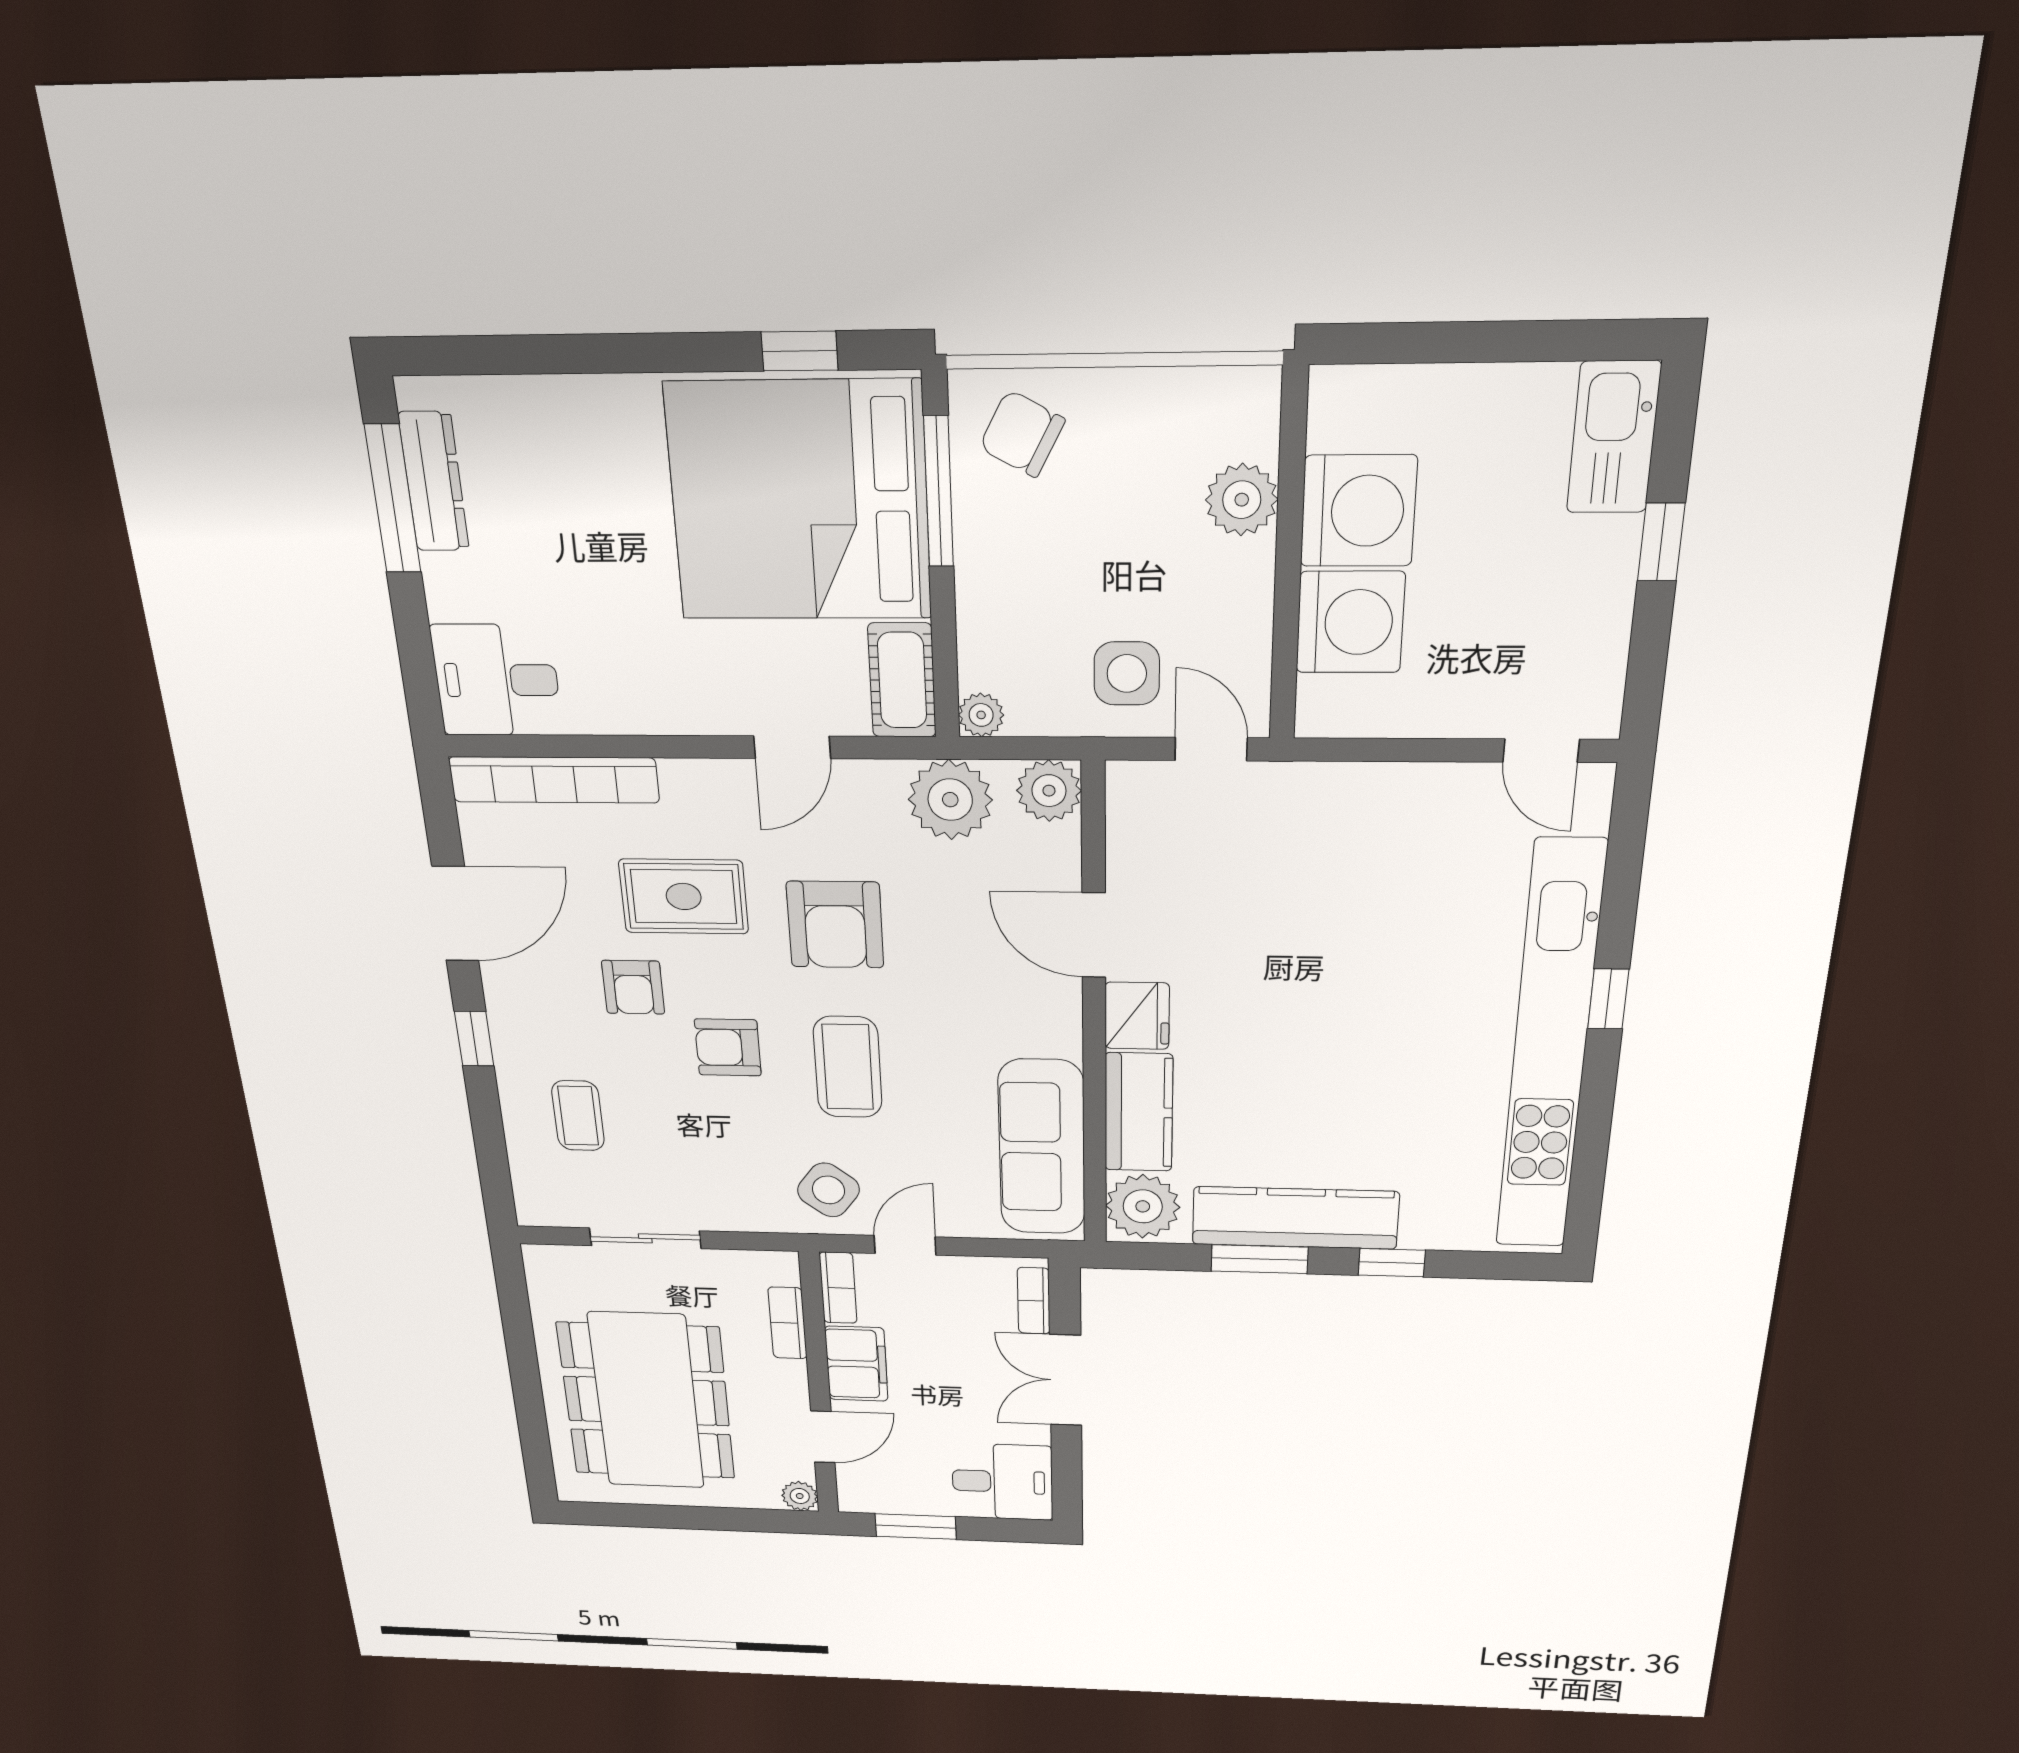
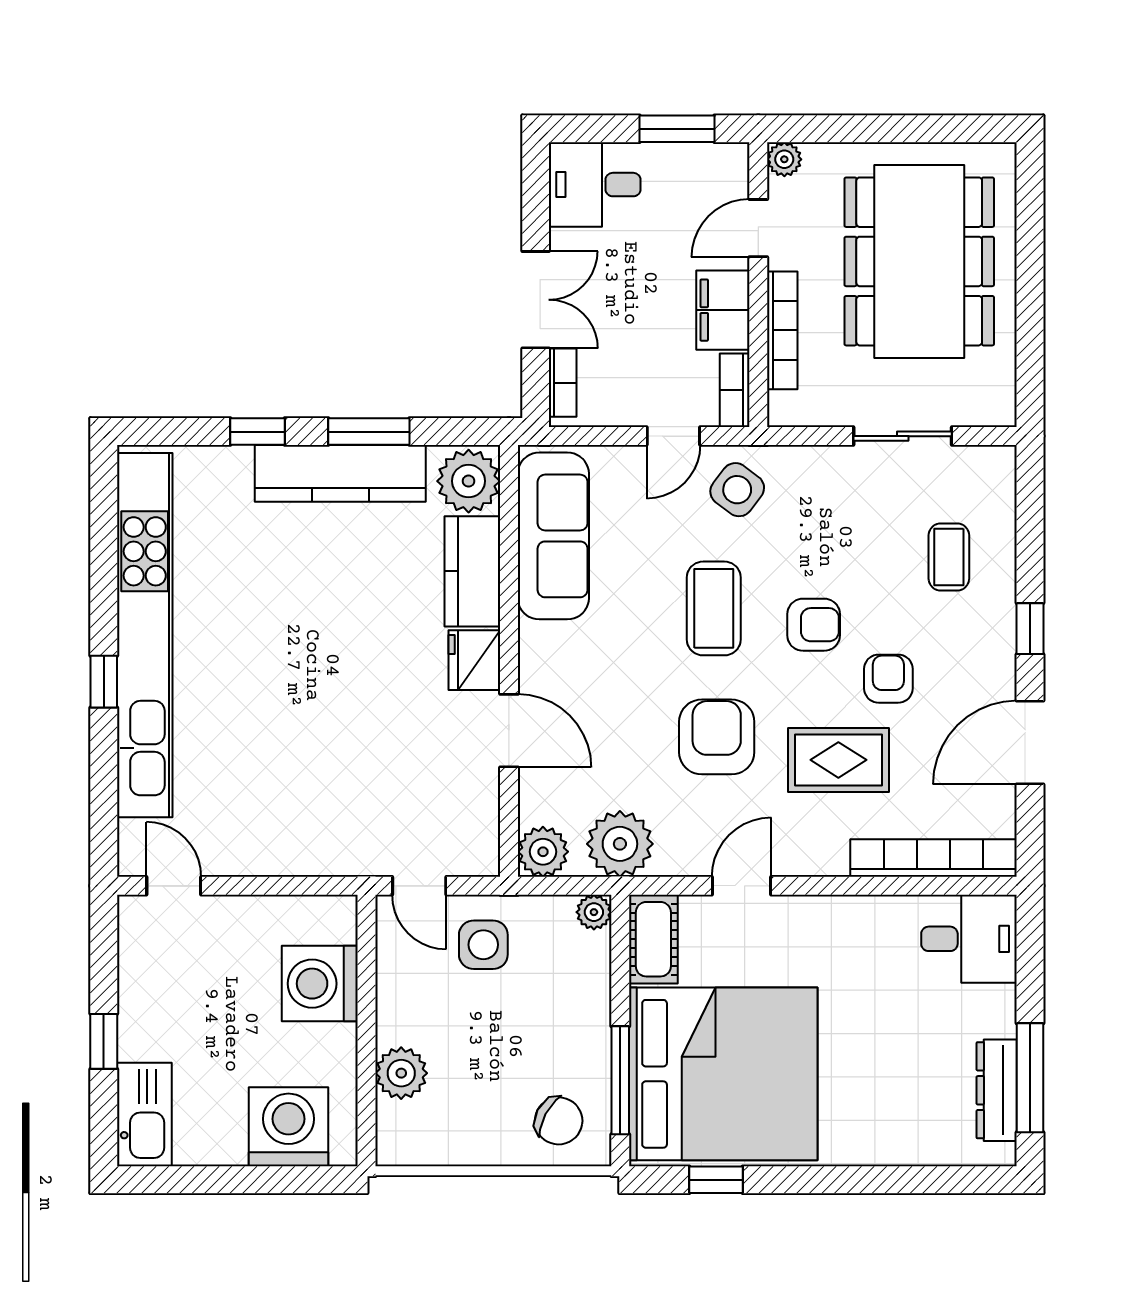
washing machine: (1358, 511) -> (288, 1127), moved, turned 90
bookcase: (788, 1323) -> (782, 330), width x1.56

